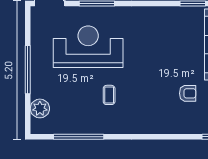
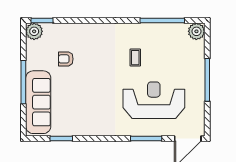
reception desk: (88, 47) -> (154, 100), turned 180
plant: (40, 108) -> (196, 31), moved

